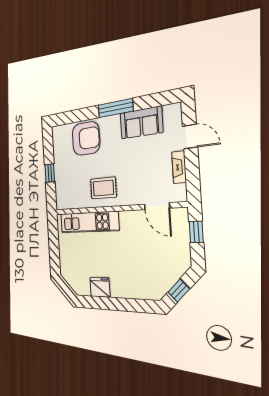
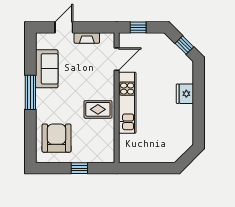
armchair: (86, 138) -> (57, 138), moved
rug: (103, 188) -> (98, 109), turned 90
kitchen unit: (89, 222) -> (127, 103), moved
fridge: (100, 287) -> (185, 94), moved

